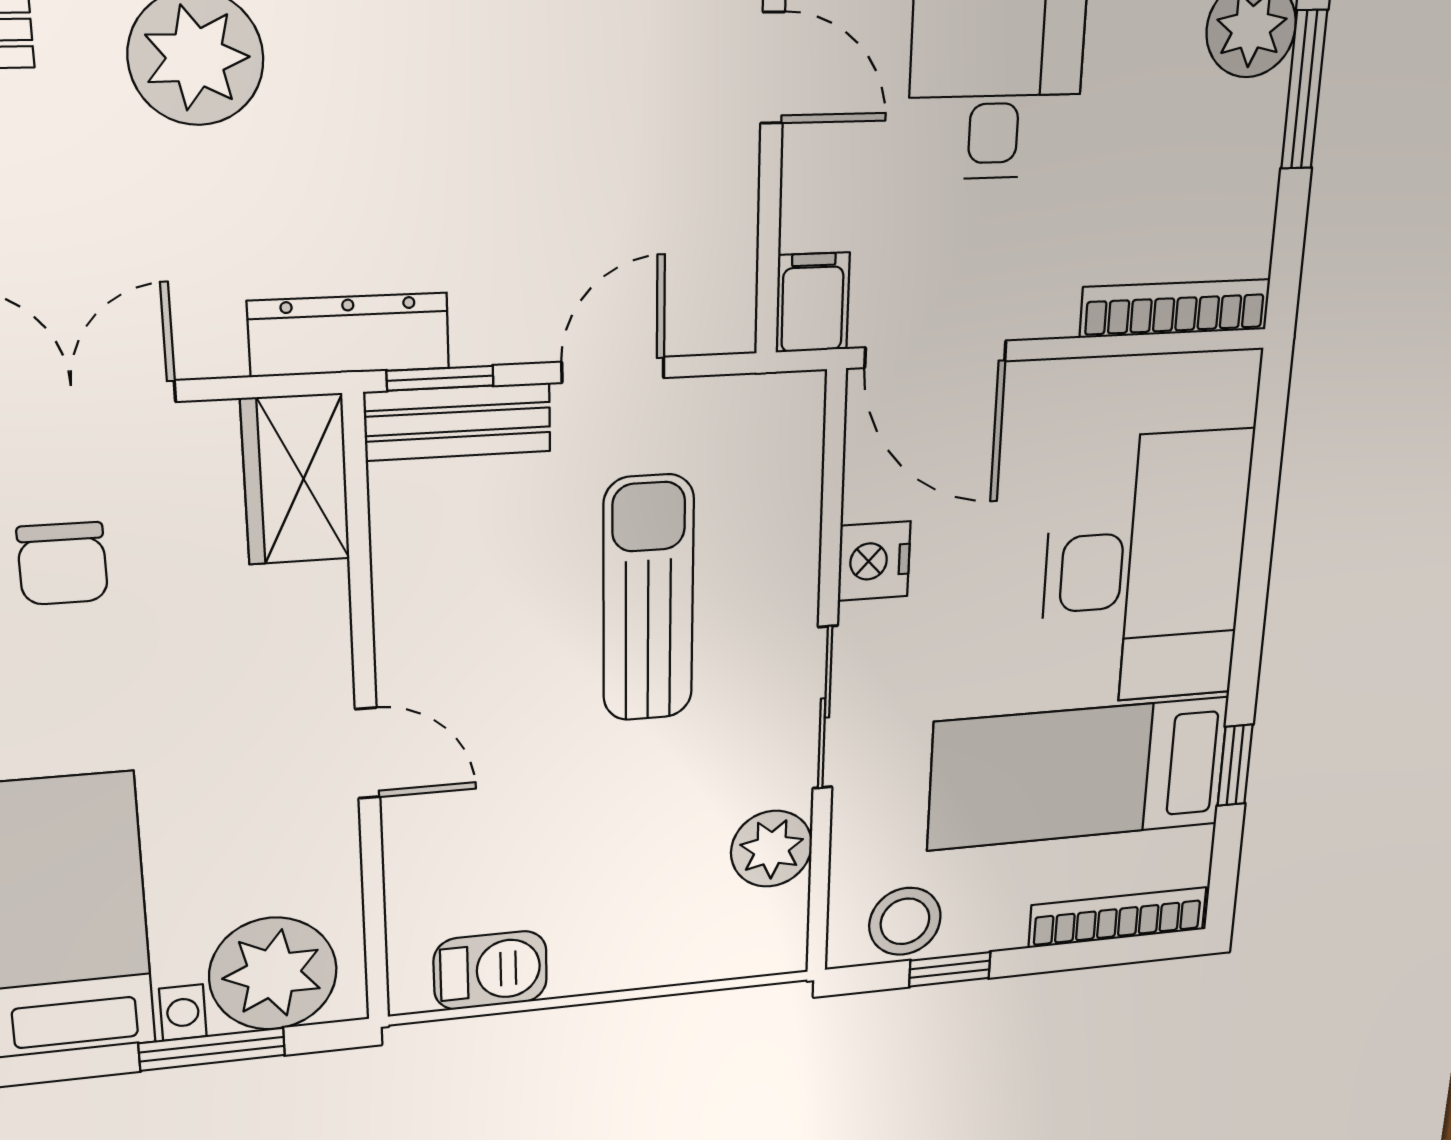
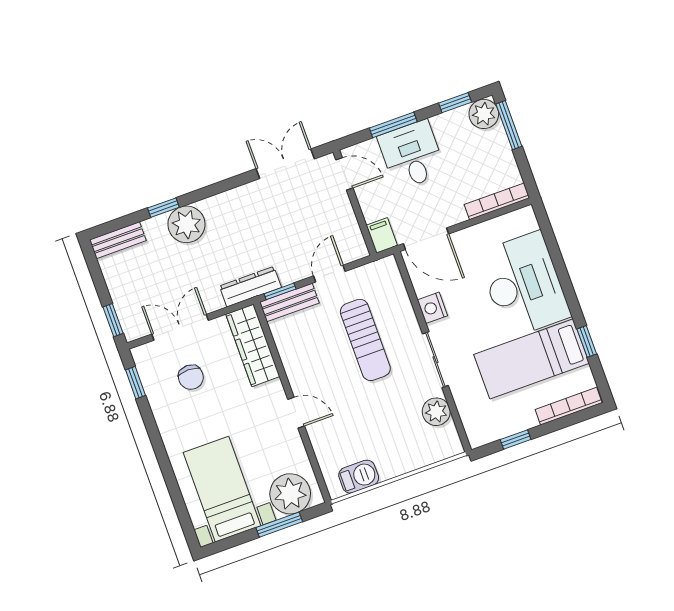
wardrobe: (295, 479) -> (253, 345), width x1.50
sun lounger: (648, 599) -> (365, 340), turned 180
stool: (905, 921) -> (492, 426), removed

